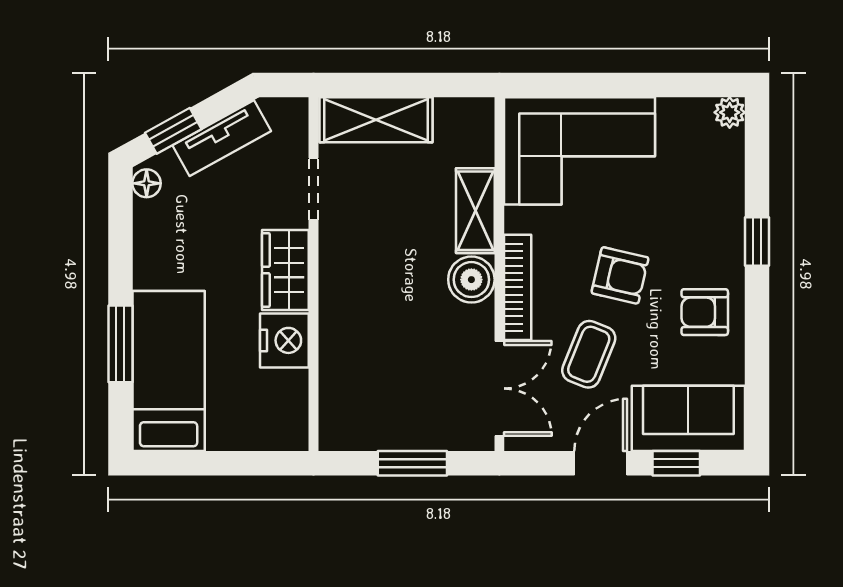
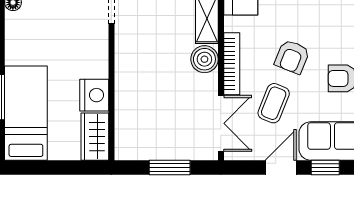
wardrobe: (285, 270) -> (95, 137), moved
armchair: (620, 275) -> (292, 57), turned 99

